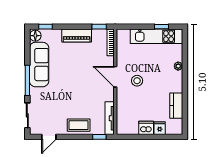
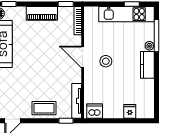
window: (185, 57) -> (156, 36), added
kitchen counter: (176, 106) -> (147, 65), moved
dishwasher: (146, 128) -> (95, 111), moved

